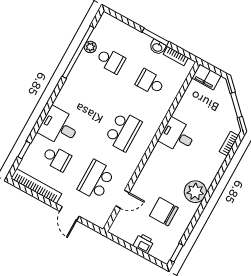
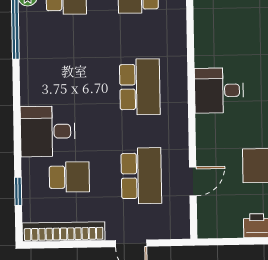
desk: (177, 136) -> (219, 90), moved
school desk: (96, 180) -> (141, 176), turned 180

